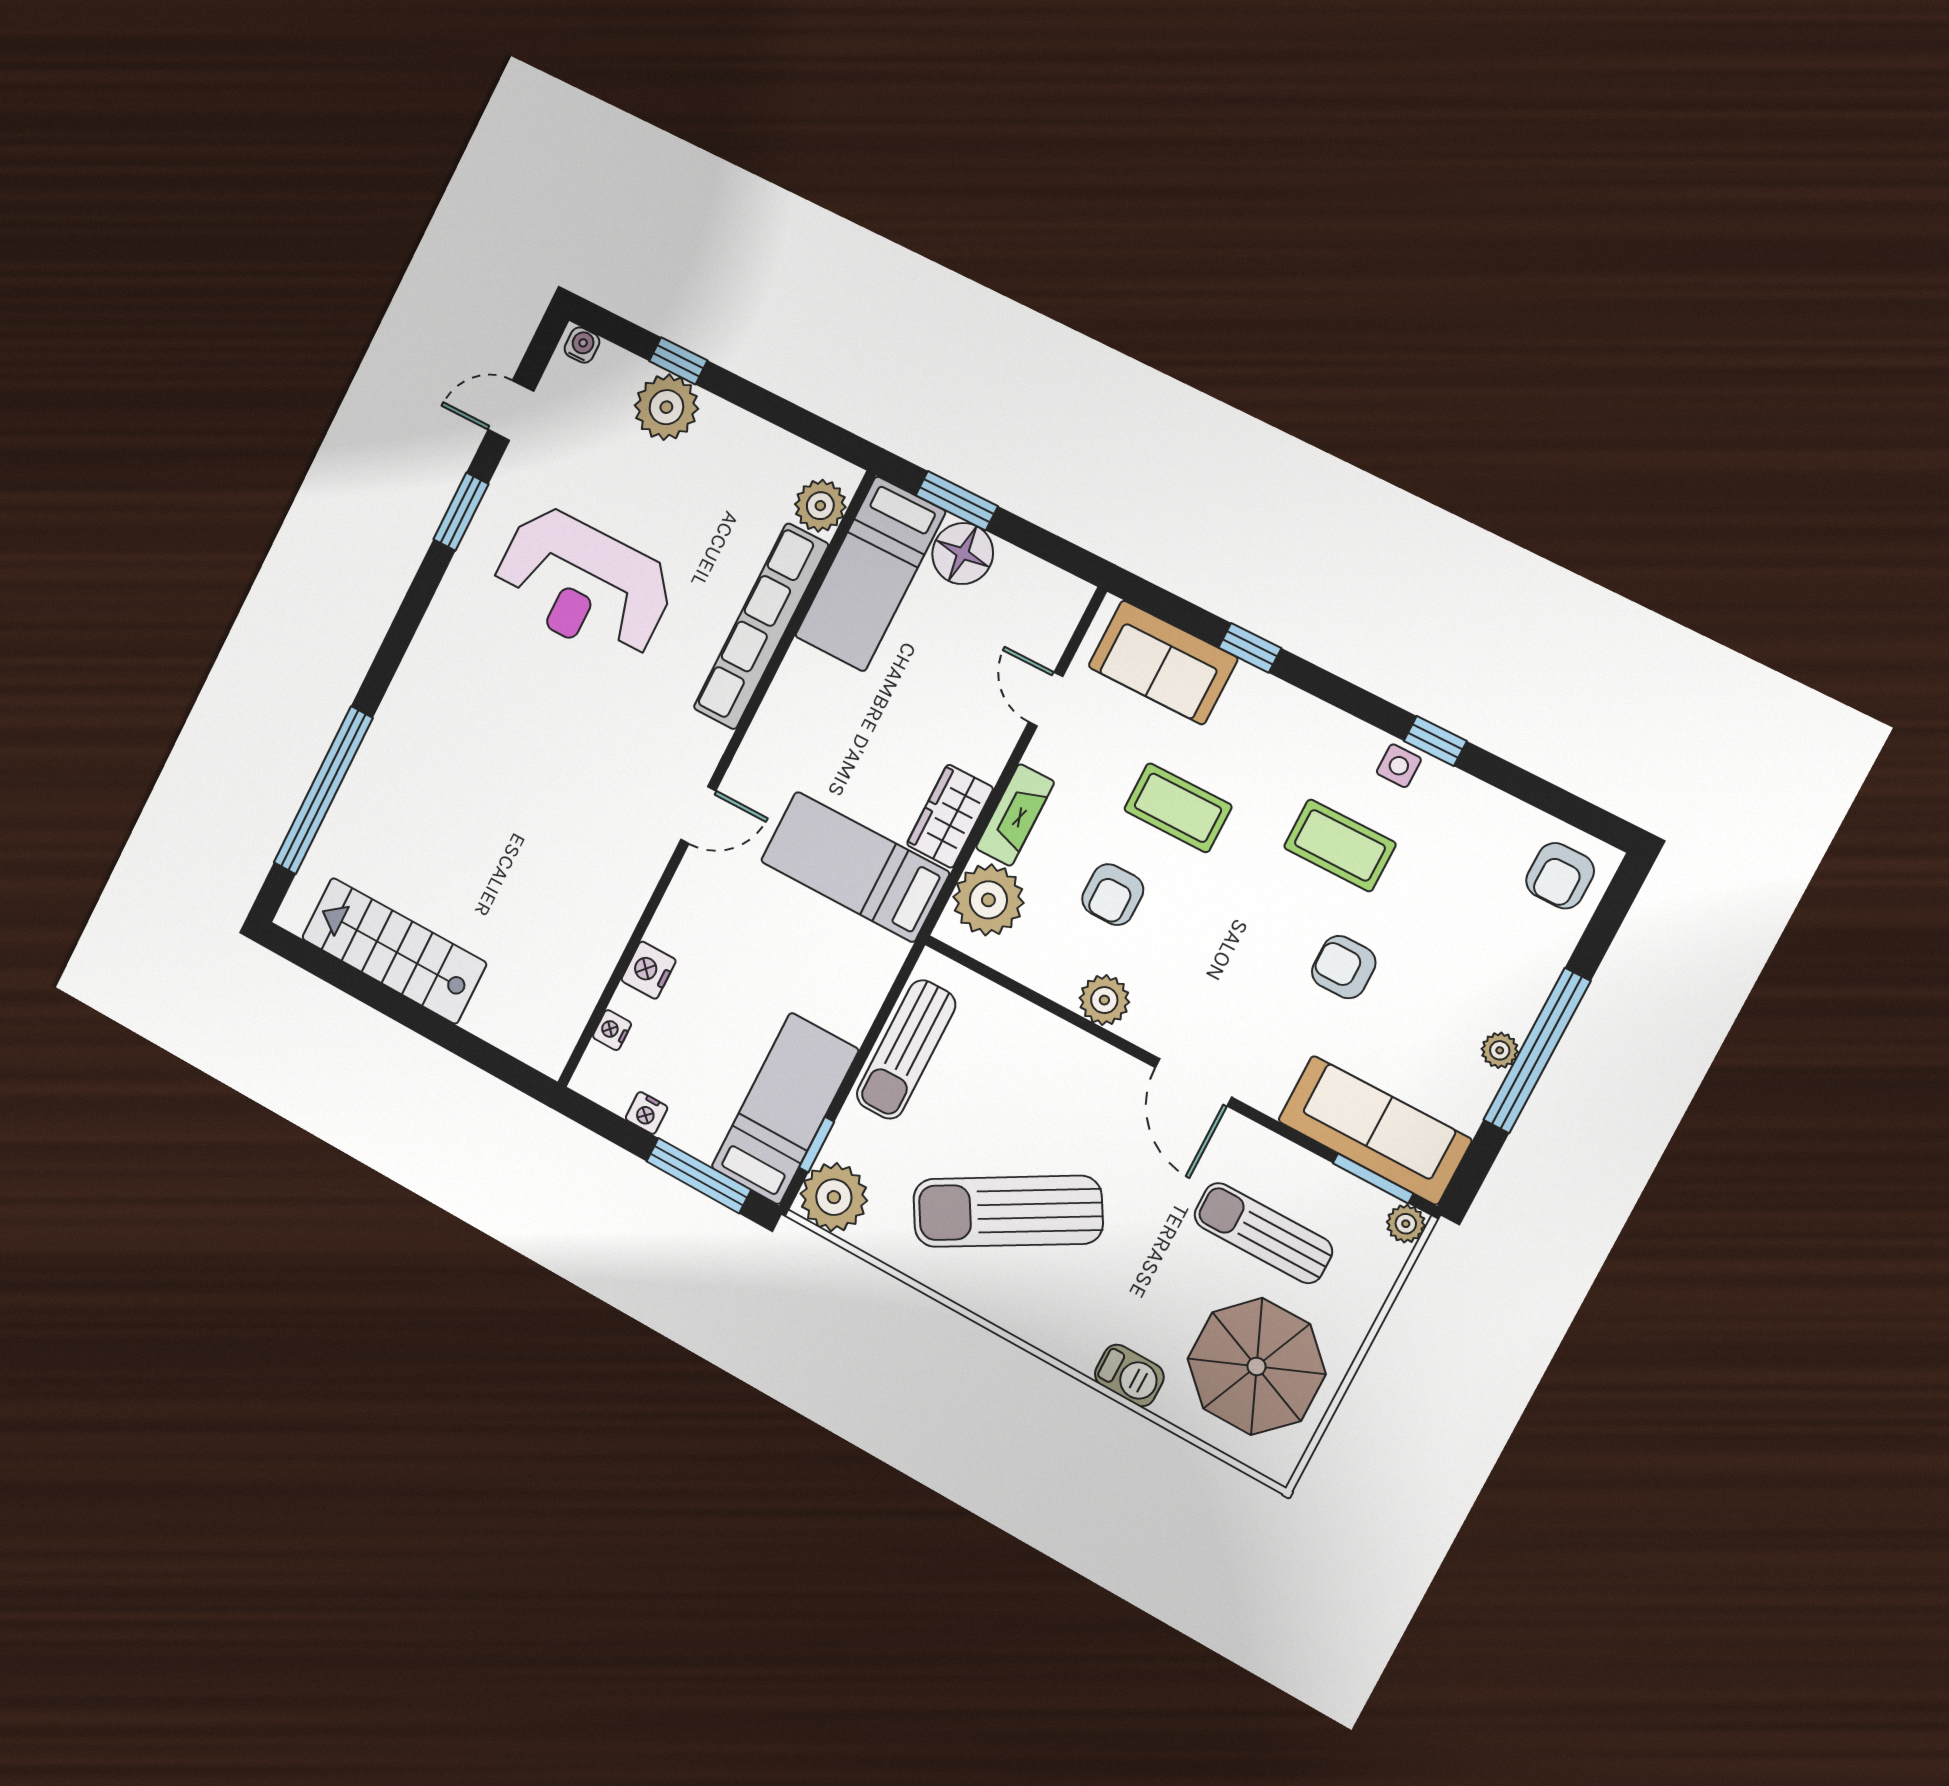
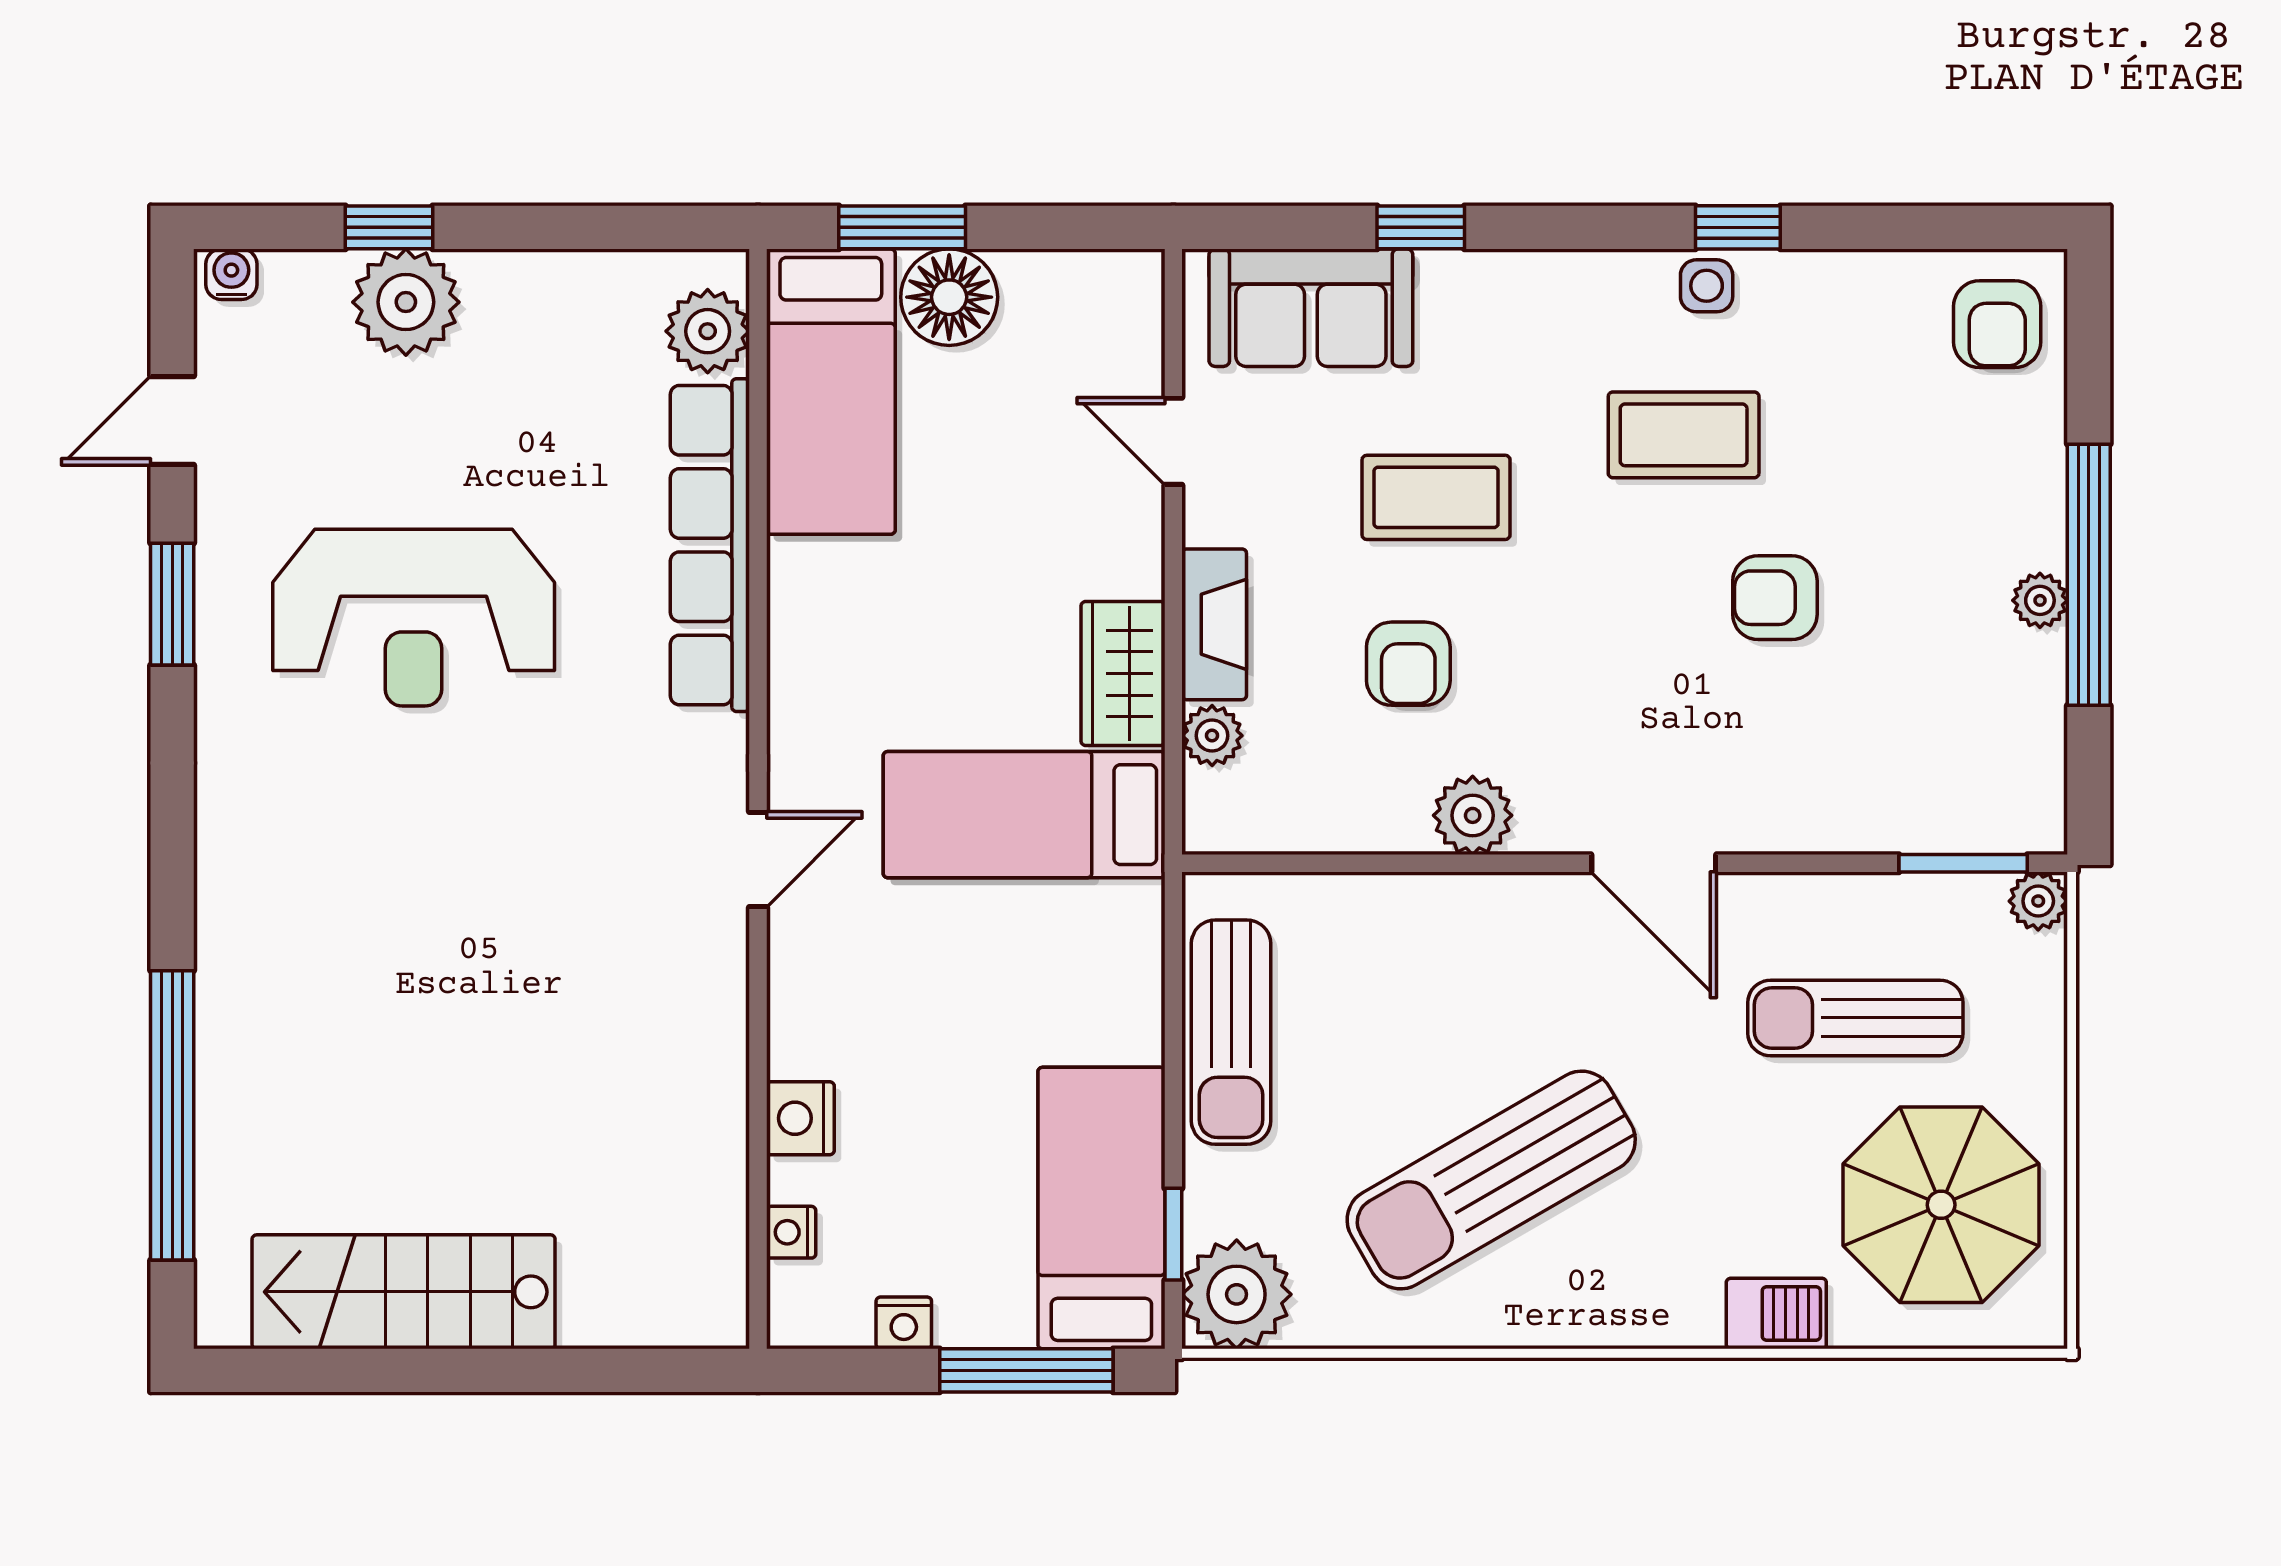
plant: (988, 900) -> (1212, 736), width x0.53, depth x0.53
sofa: (1375, 1130) -> (1931, 797), removed

